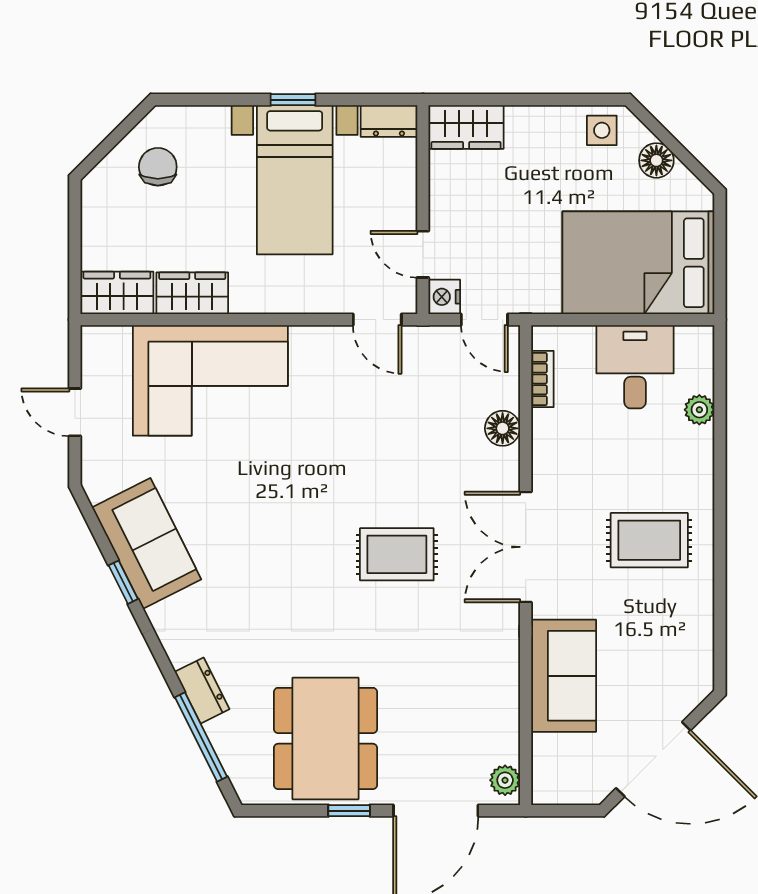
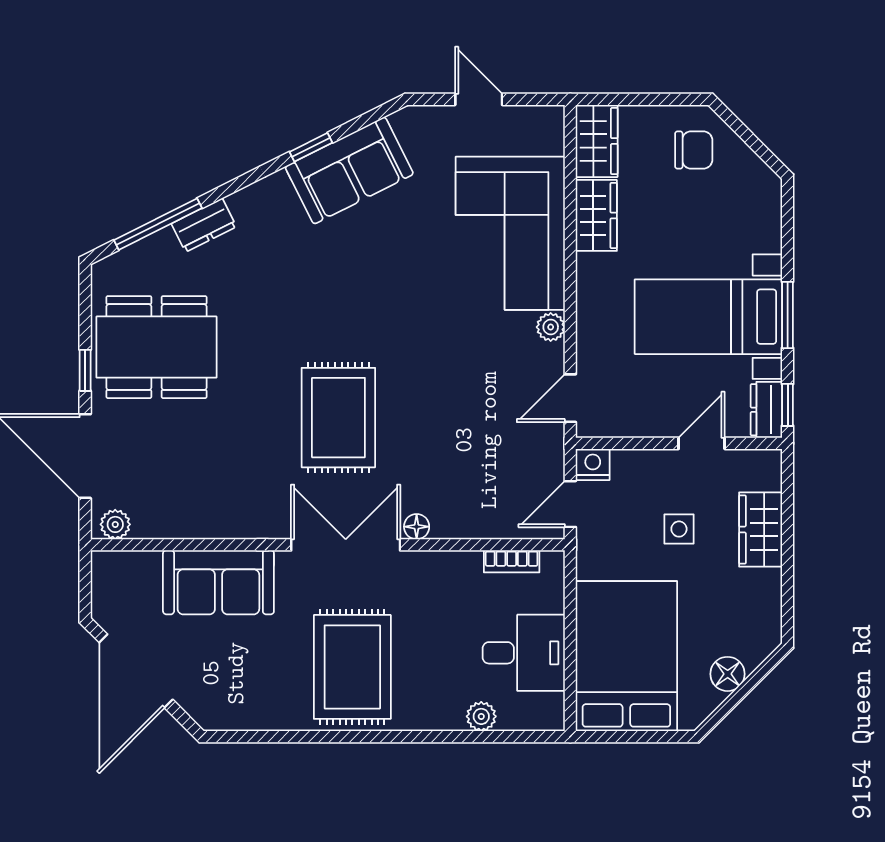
window: (293, 100) -> (788, 315), width x1.50
window: (384, 100) -> (788, 405), added
wardrobe: (466, 127) -> (761, 530), moved
side table: (602, 130) -> (679, 529), moved
chair: (158, 167) -> (694, 150), moved
door: (423, 254) -> (702, 443), moved
plant: (305, 339) -> (551, 327), added
door: (75, 412) -> (479, 99), hinge flipped
floor lamp: (503, 428) -> (417, 527), moved, width x0.73, depth x0.73
rug: (649, 540) -> (352, 667), width x1.36, depth x1.43
rug: (397, 554) -> (338, 418), width x1.36, depth x1.43

